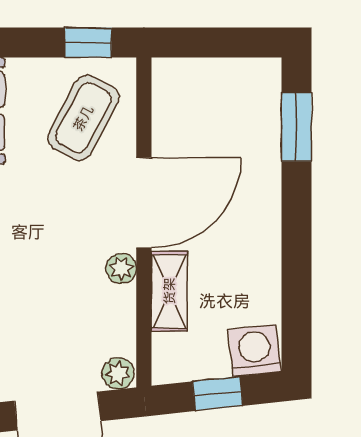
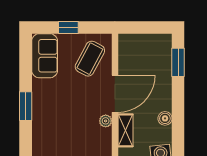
window: (88, 43) -> (68, 27), moved
boiler: (265, 262) -> (165, 118), added

